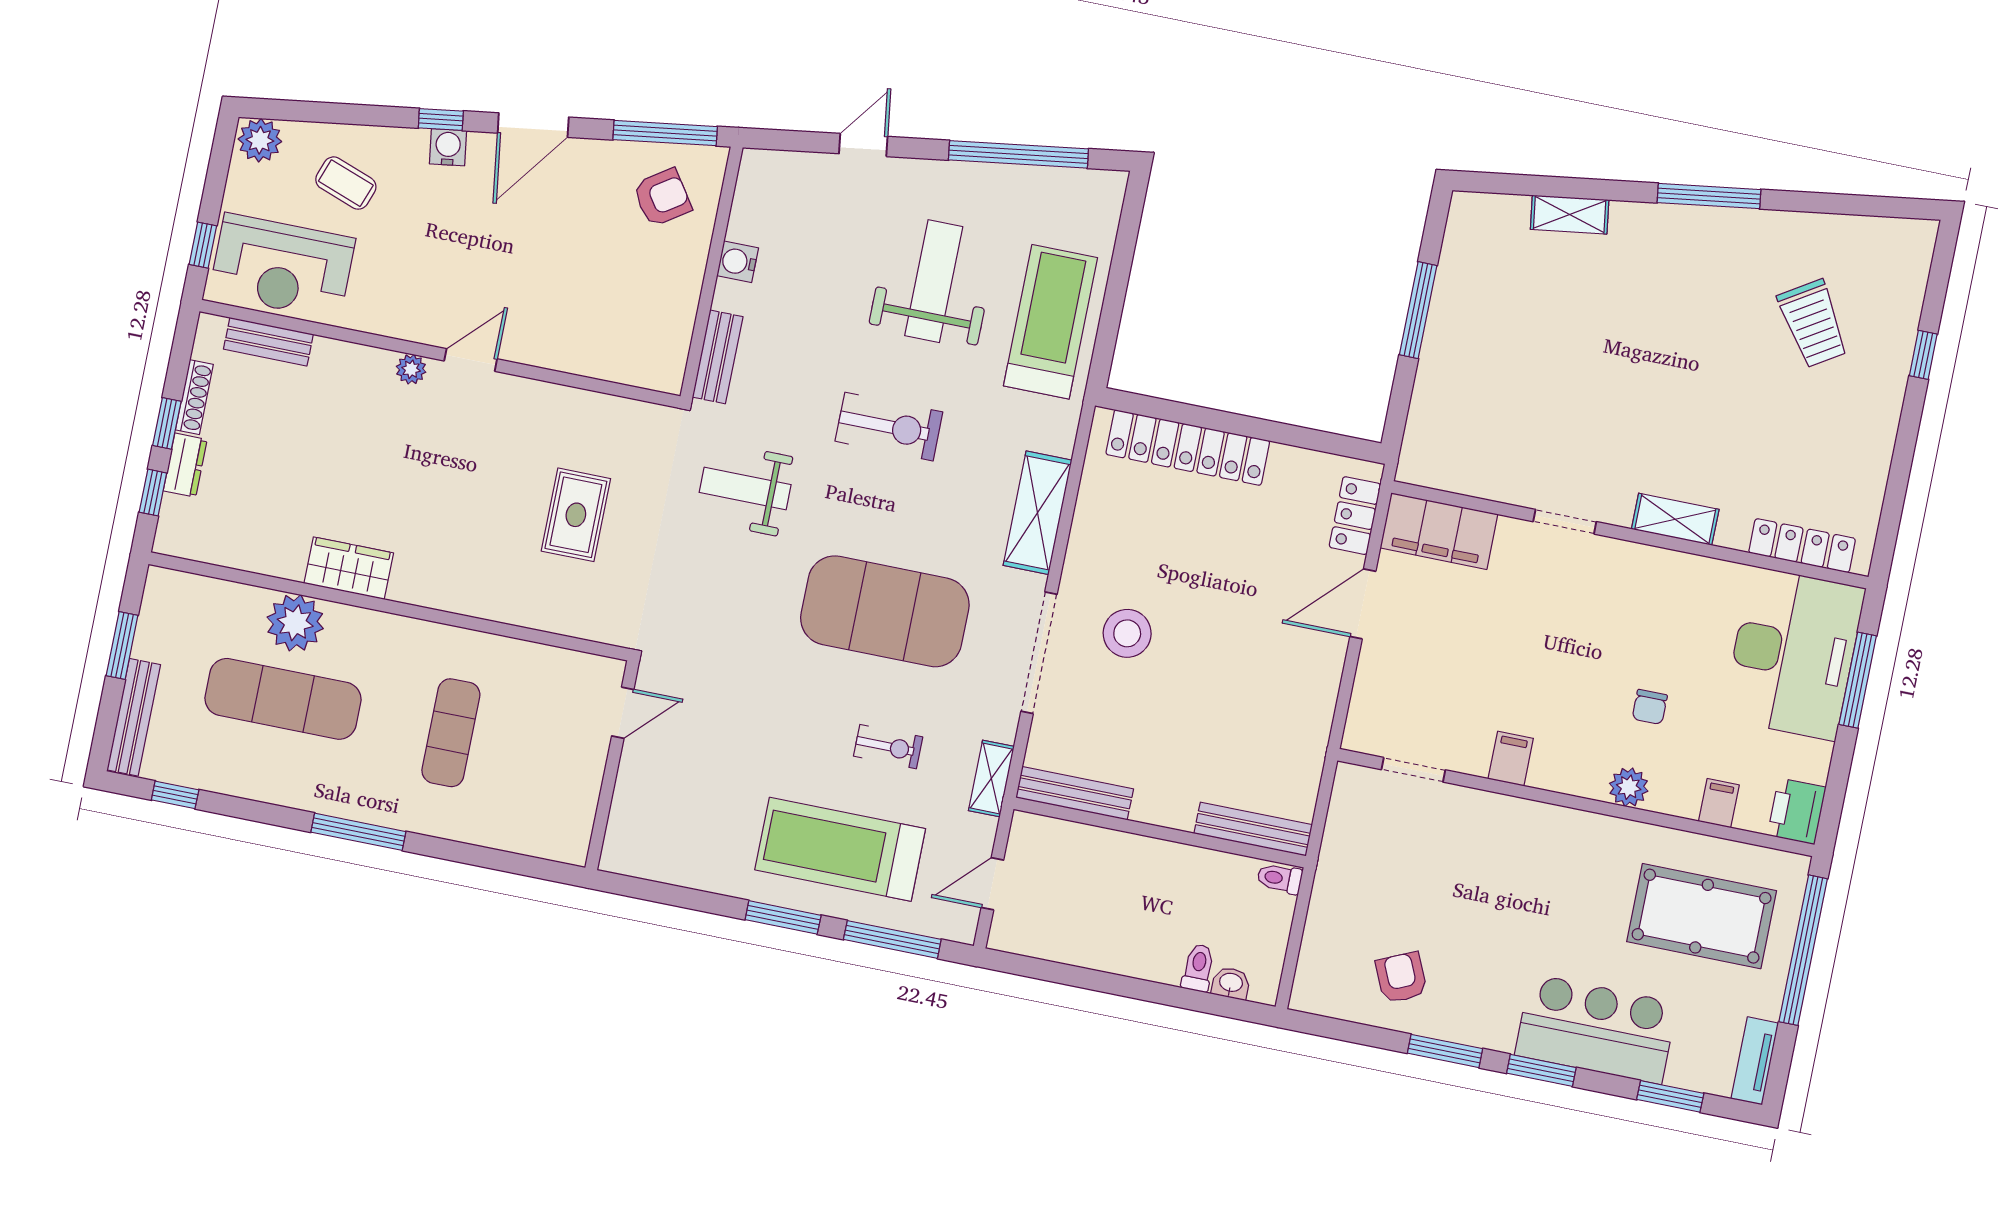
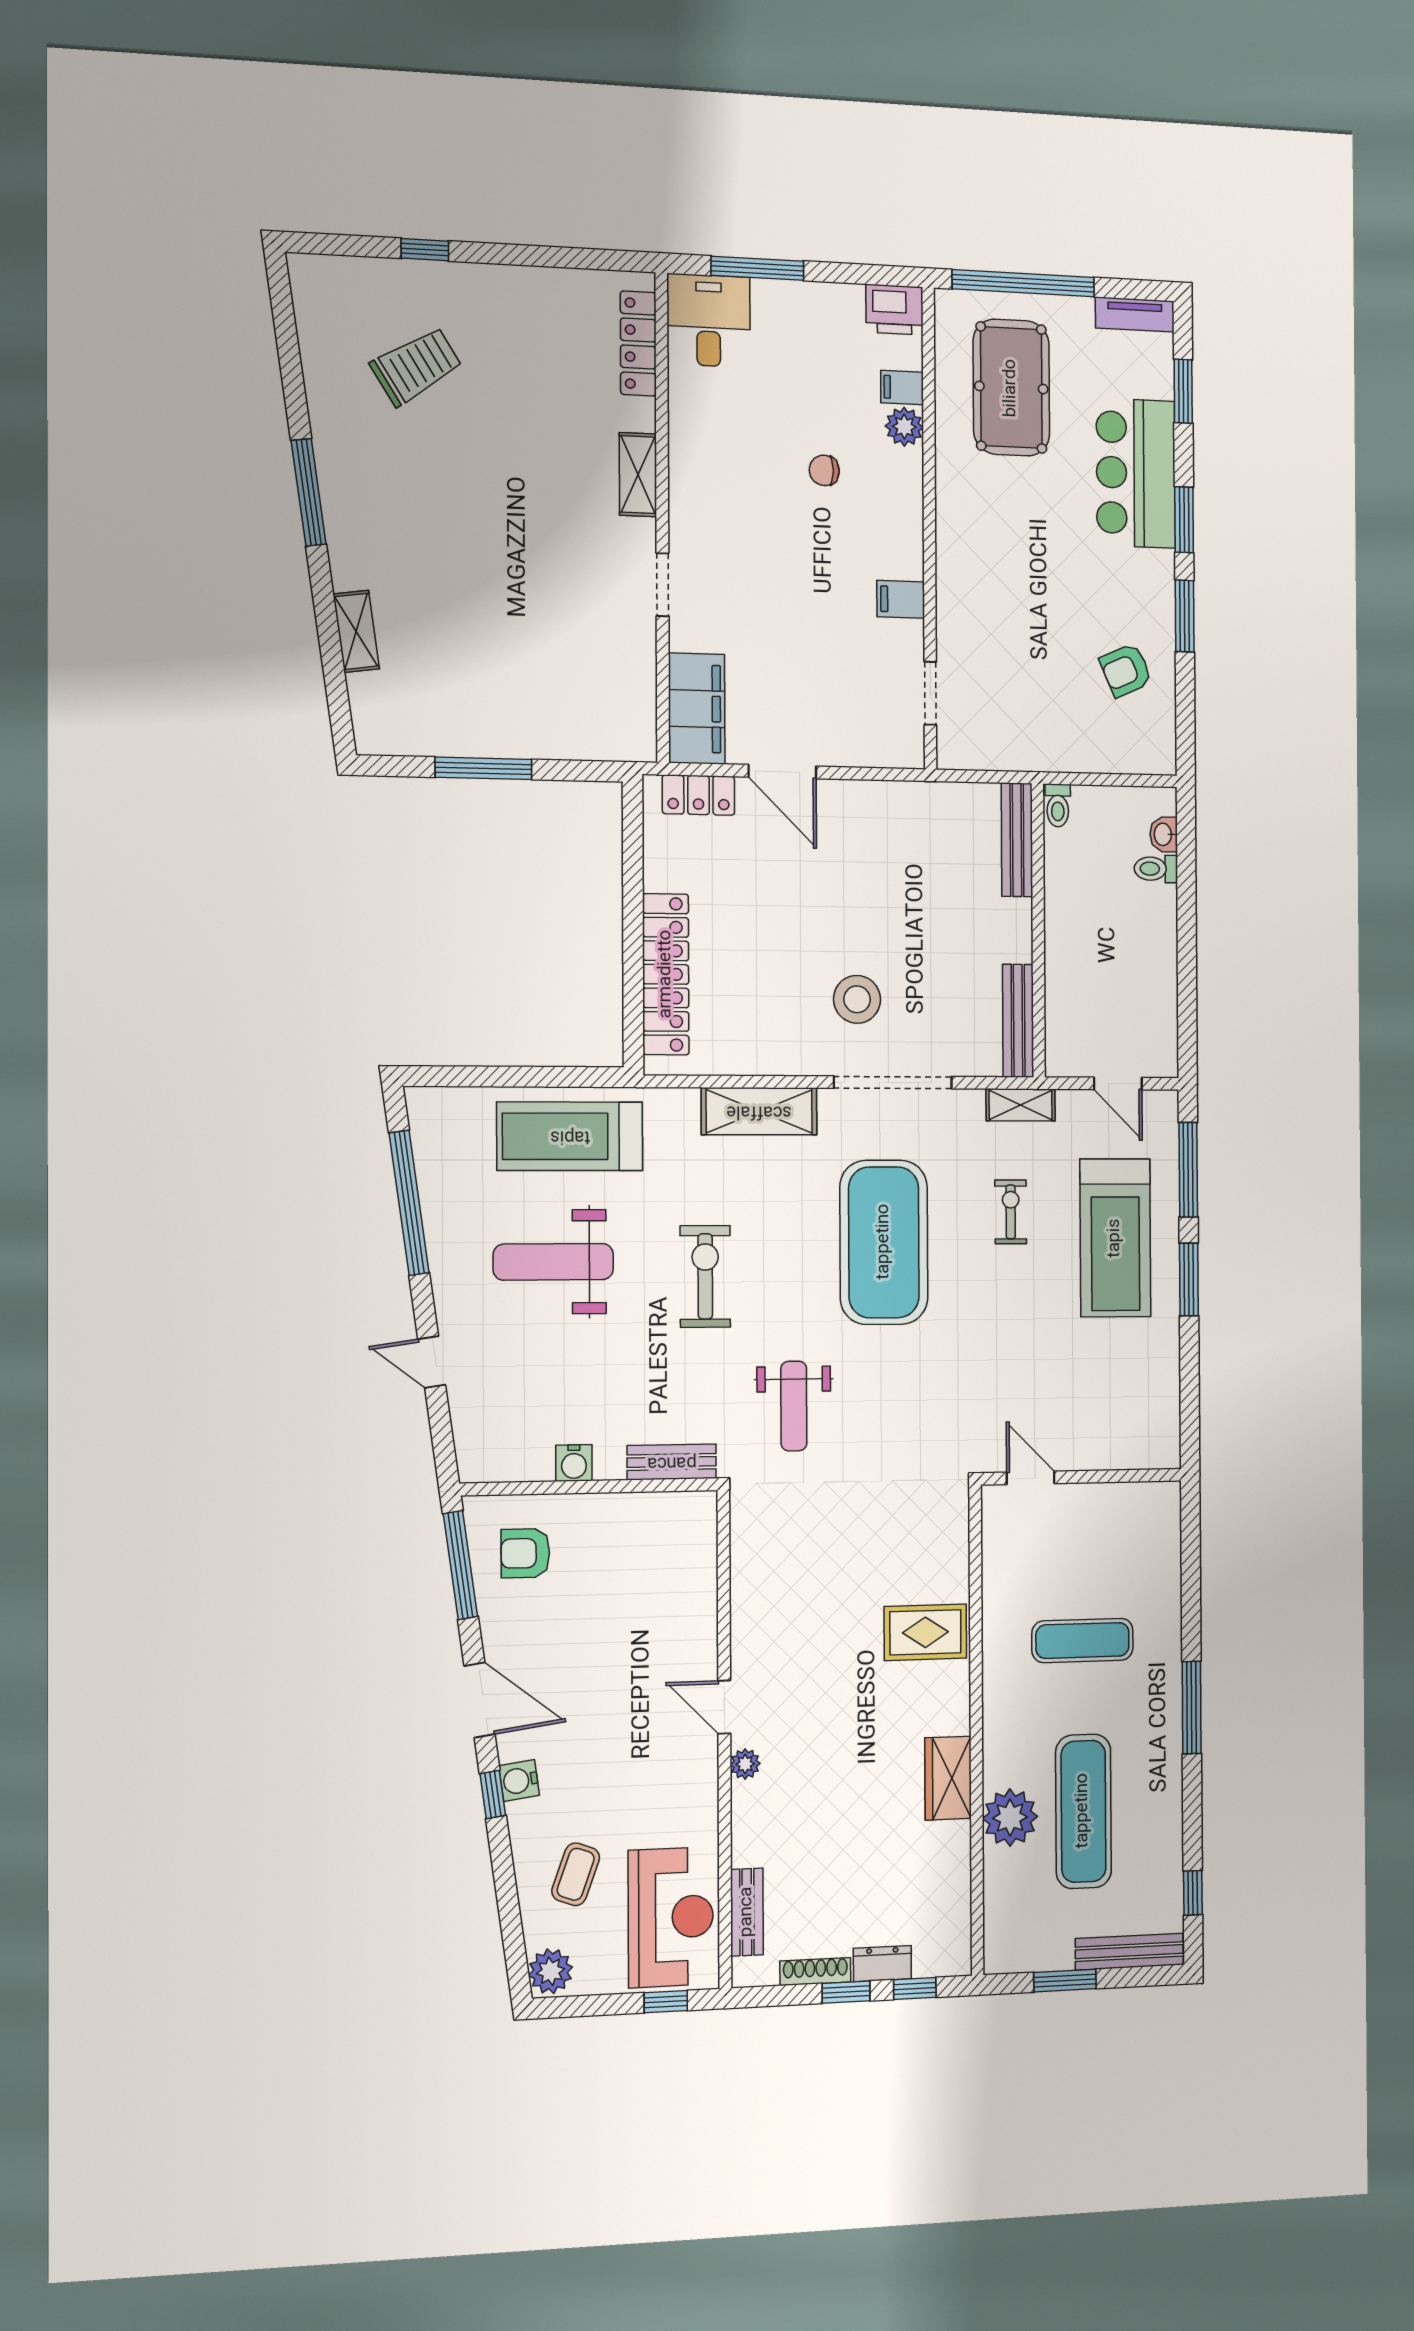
armchair: (662, 197) -> (525, 1553), turned -56
rug: (576, 515) -> (925, 1632), moved
desk: (1793, 654) -> (709, 321), width x0.53, depth x0.77
chair: (1650, 707) -> (824, 470), turned 180
plant: (1629, 787) -> (904, 427), moved

